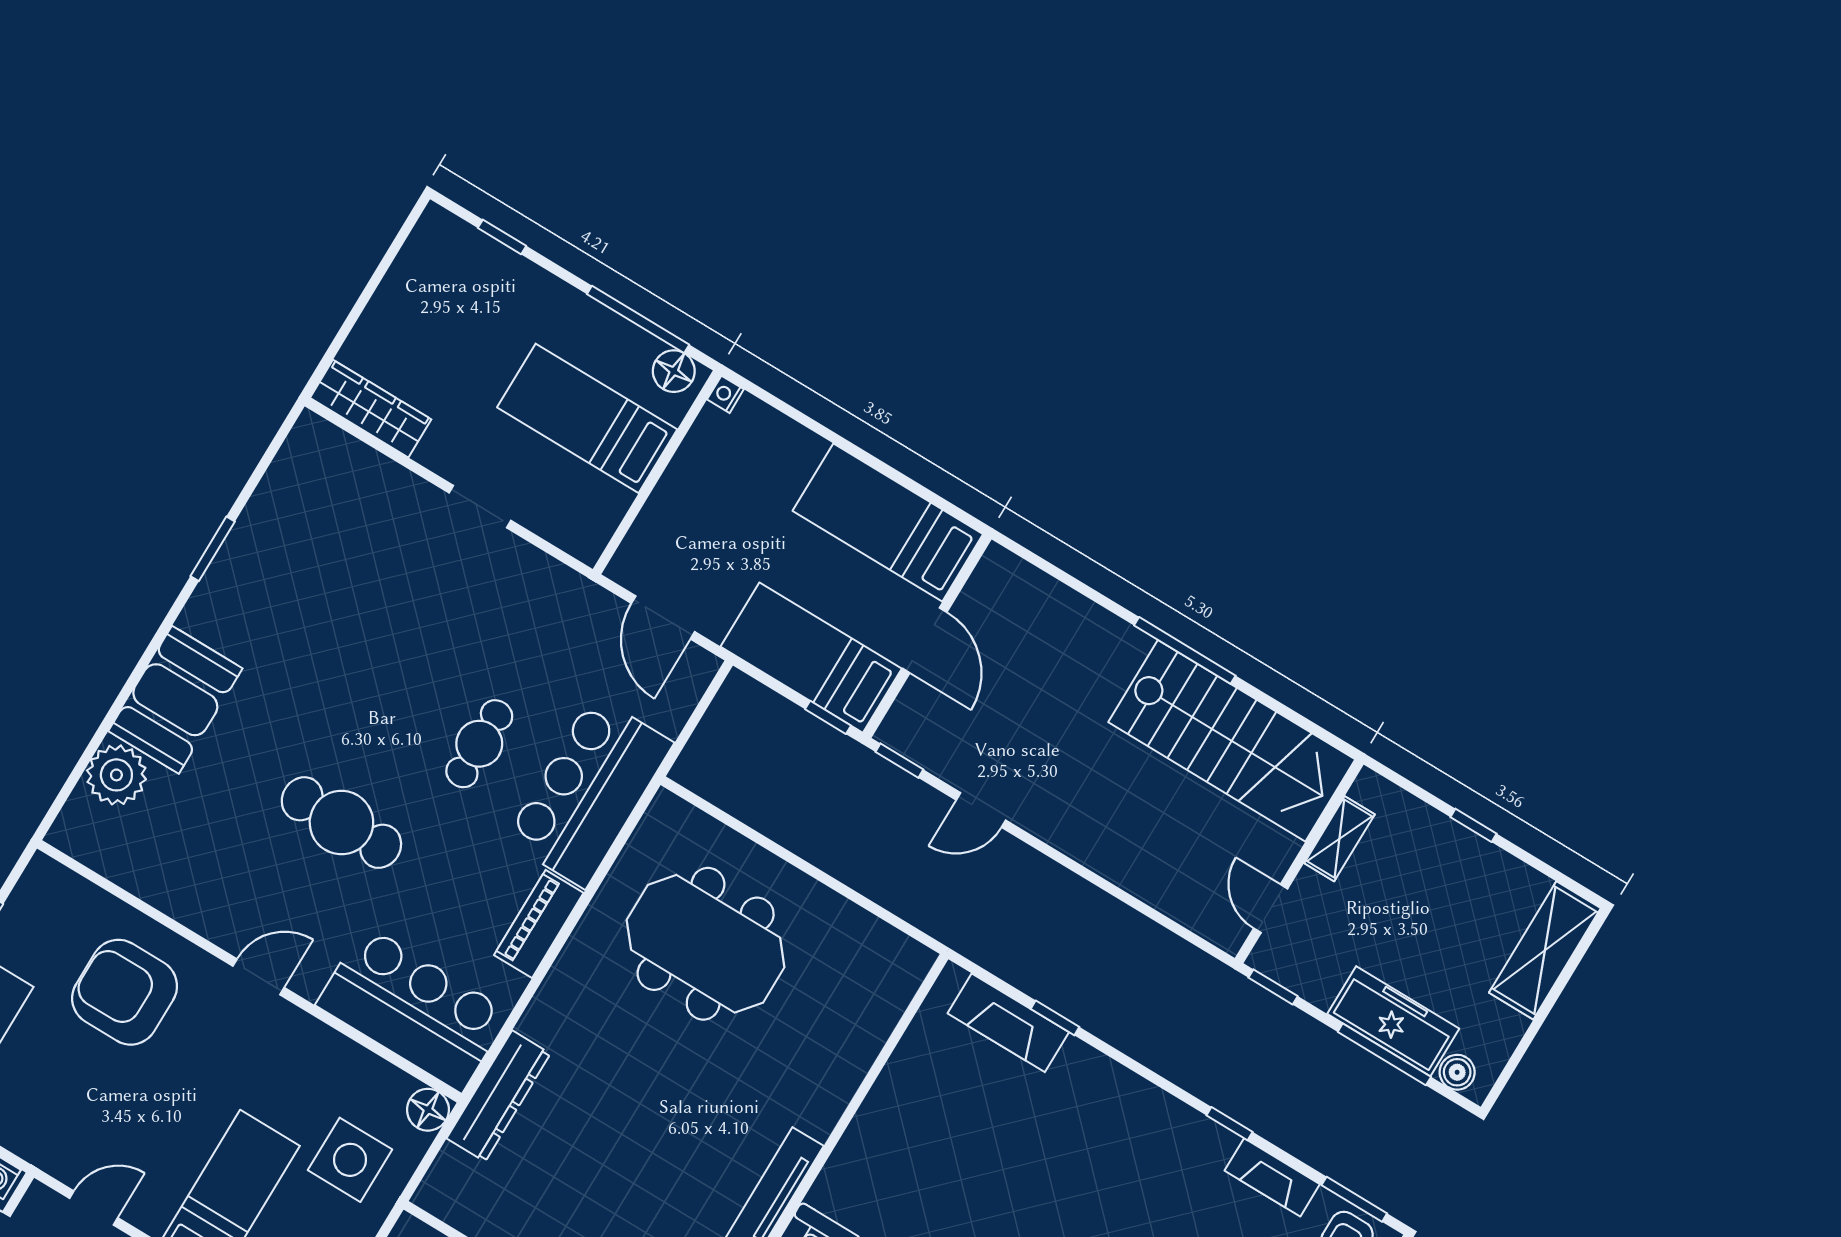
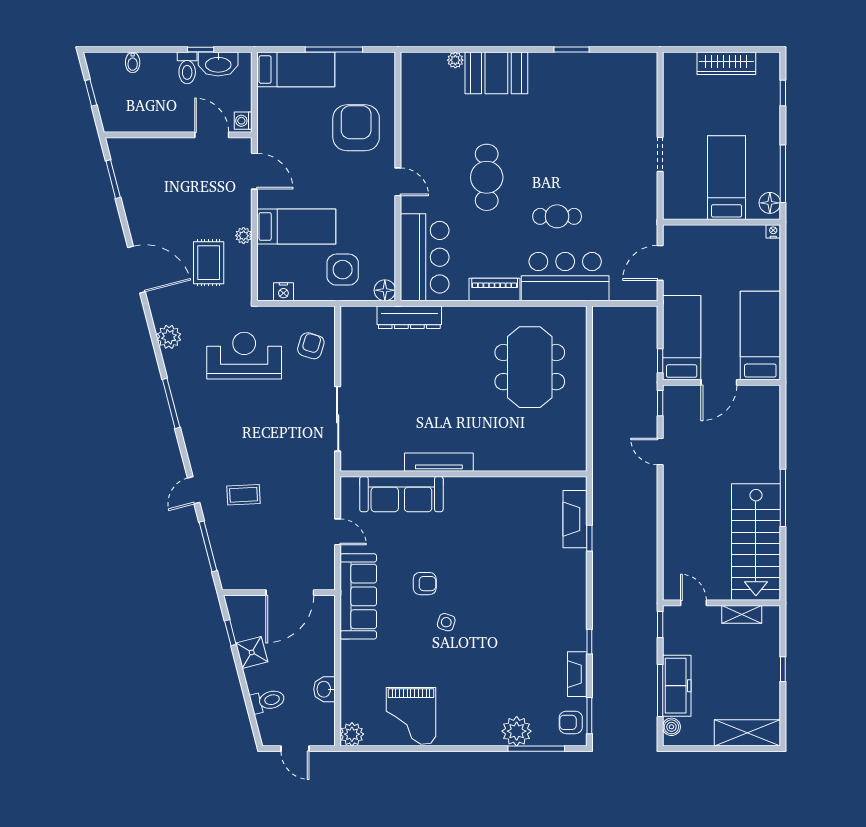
wardrobe: (371, 409) -> (726, 63), moved, turned 90
plant: (116, 775) -> (455, 60), width x0.53, depth x0.53
door: (1271, 909) -> (693, 603), hinge flipped
door: (94, 1208) -> (254, 171), width x1.38

